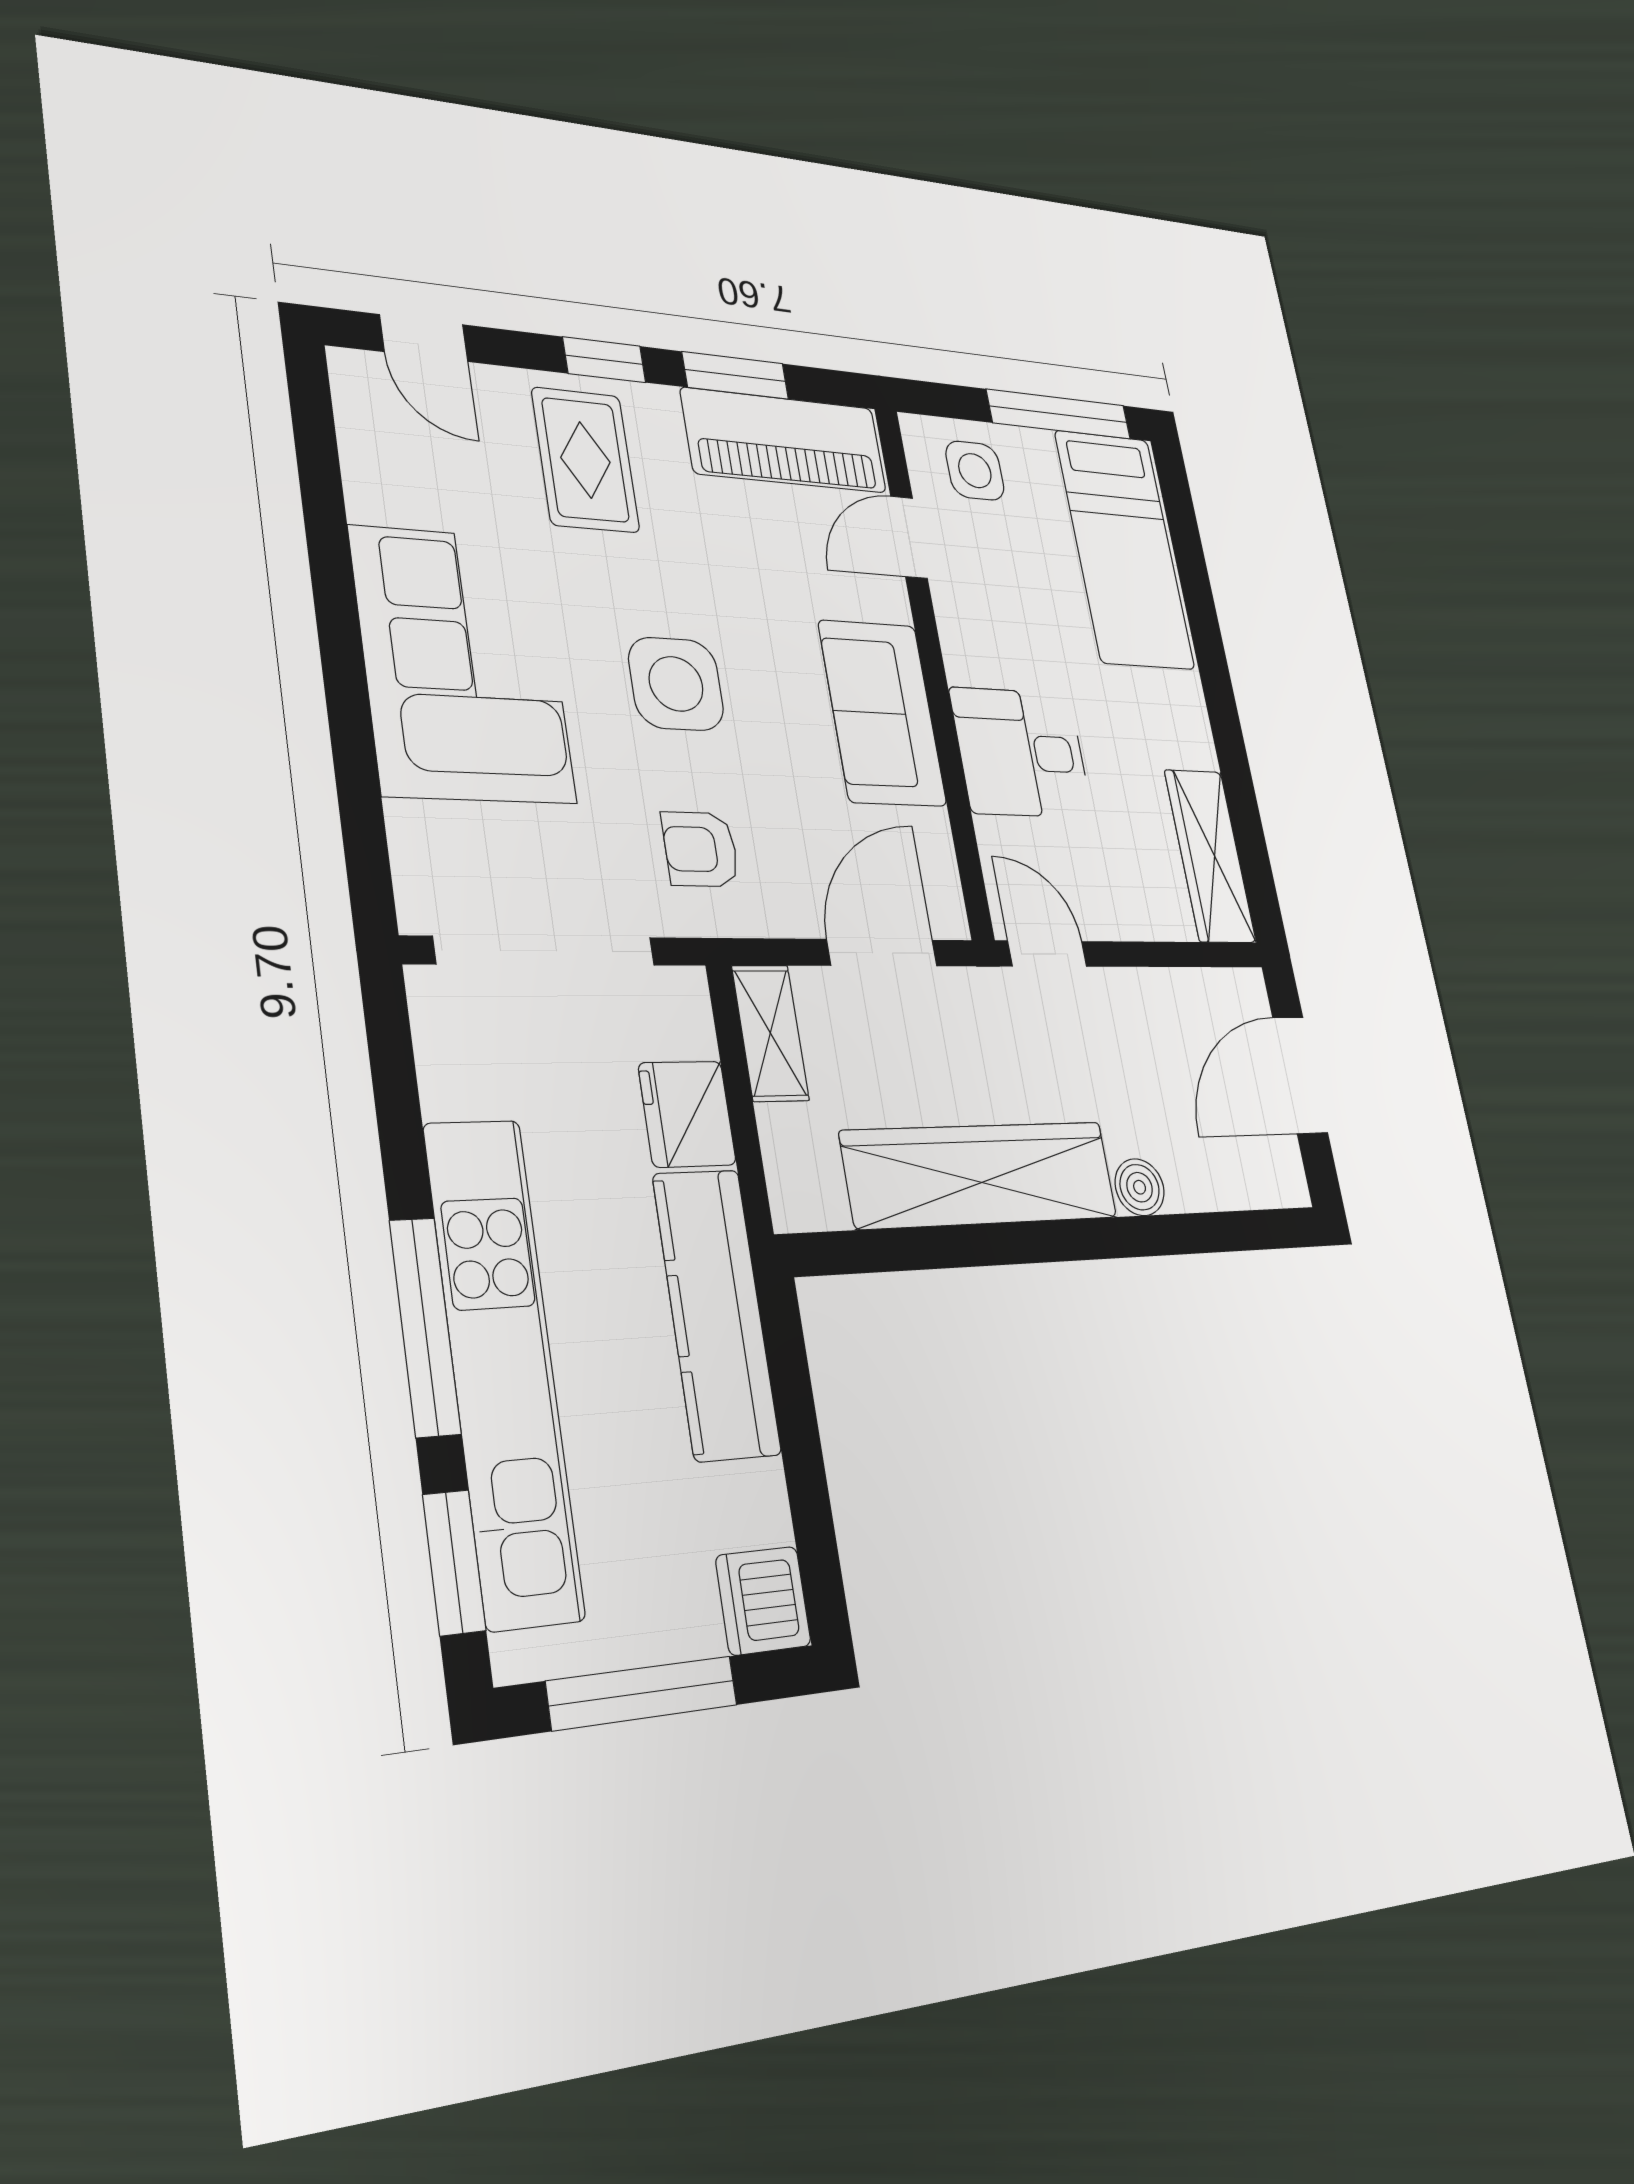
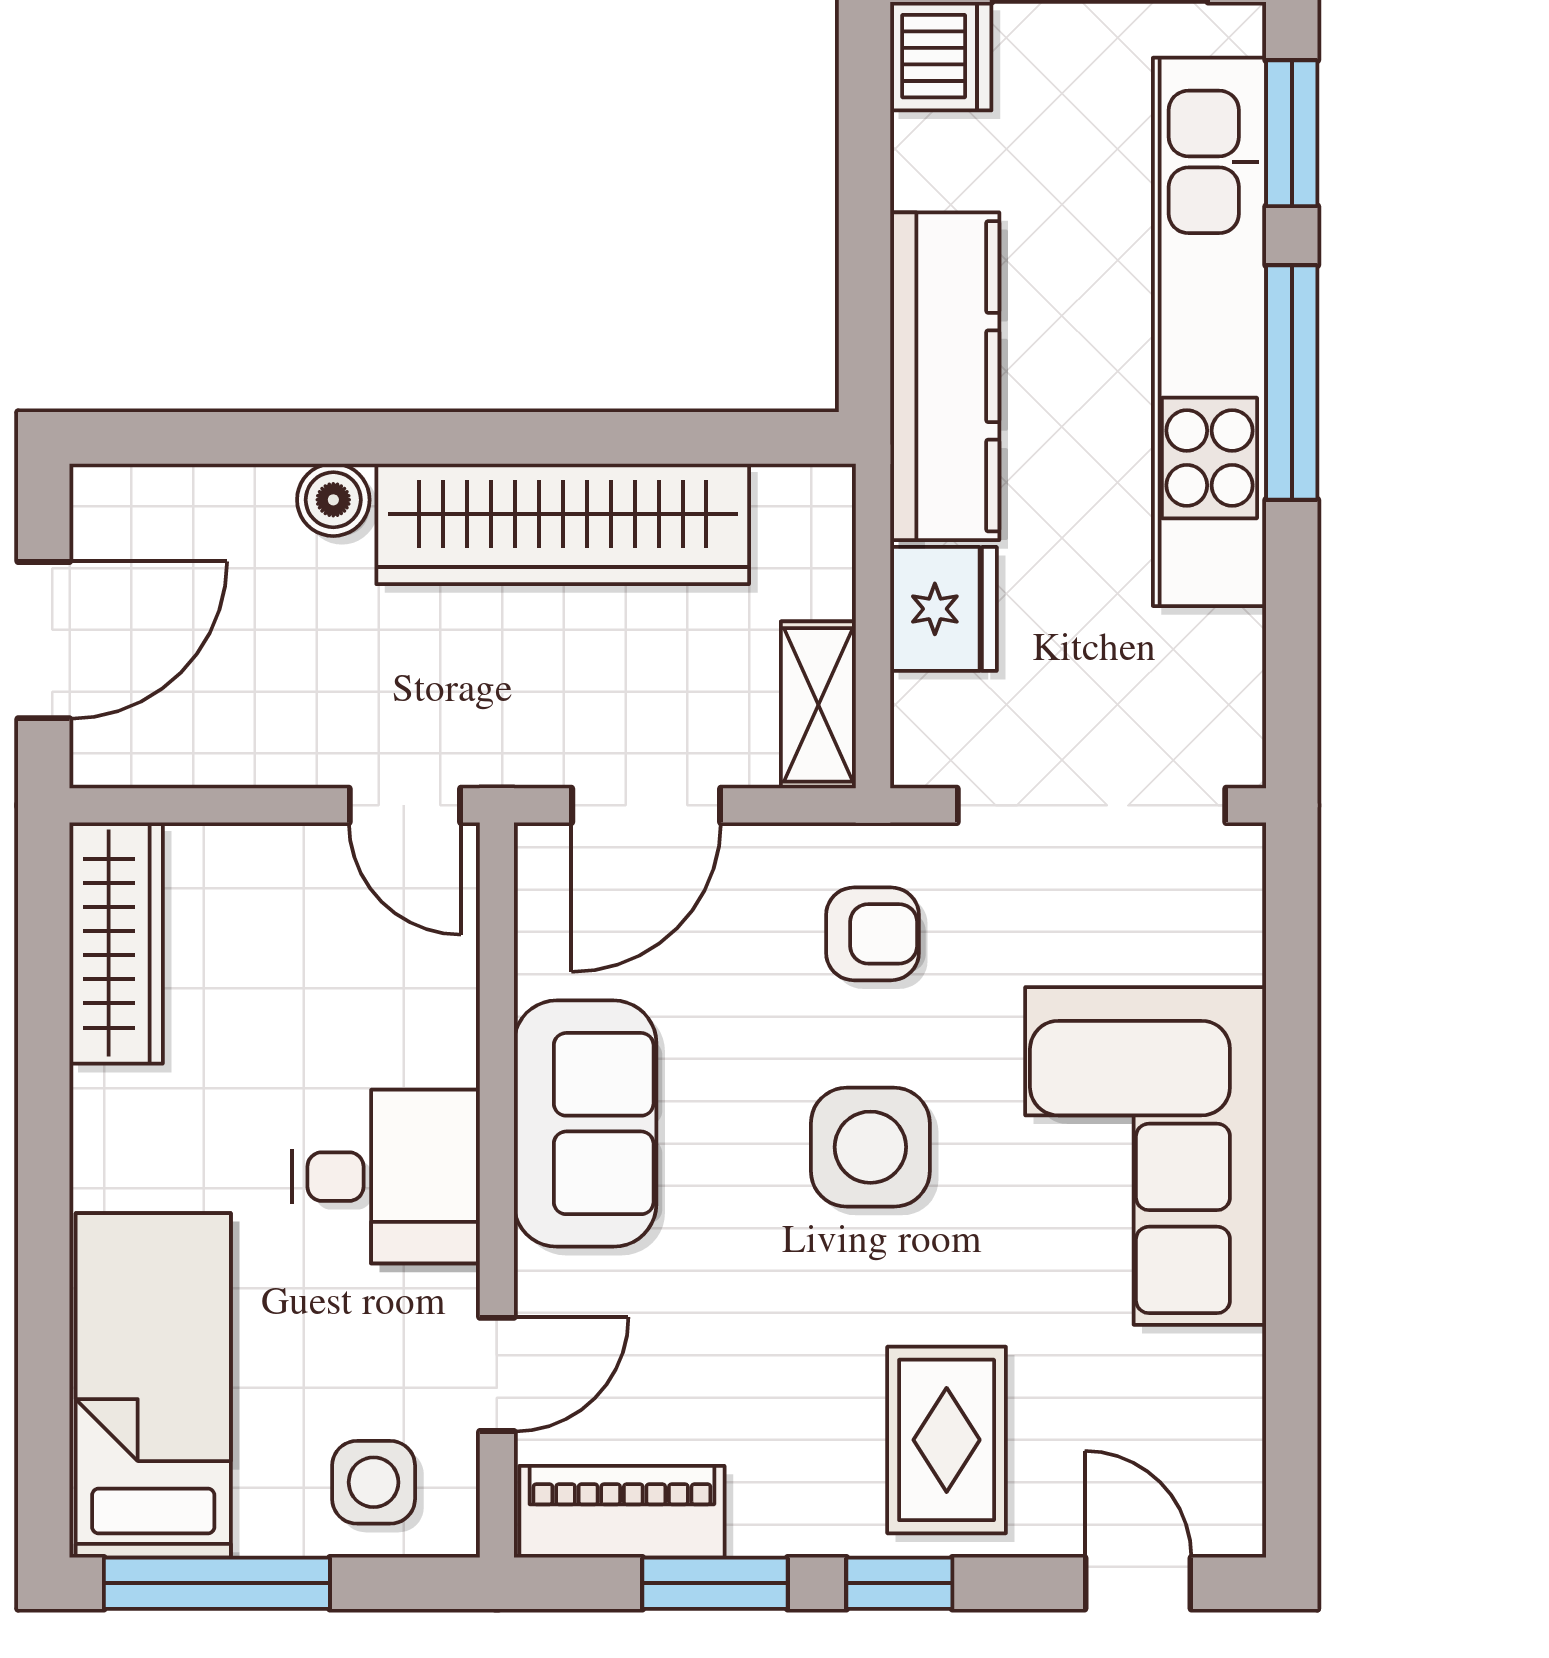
piano: (784, 440) -> (622, 1512), width x0.73, depth x0.75
desk: (1021, 753) -> (386, 1177), moved

